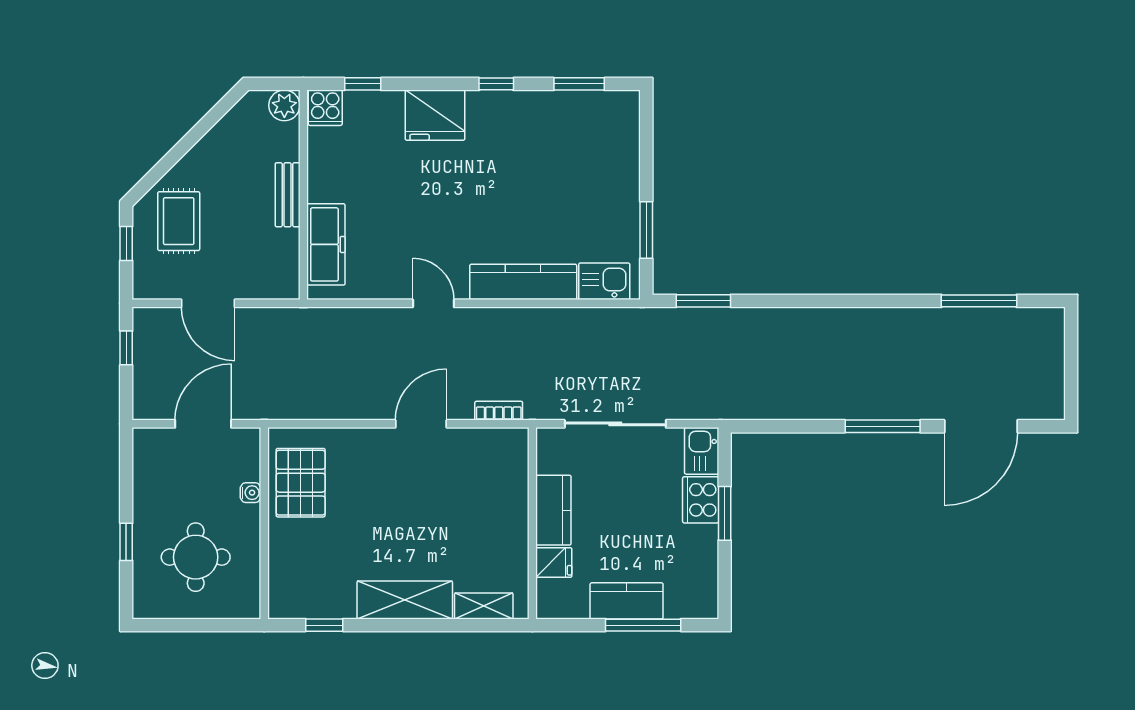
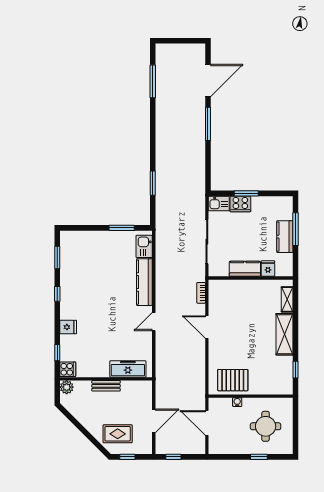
fridge: (435, 115) -> (68, 327), width x0.53, depth x0.75
window: (703, 301) -> (153, 183), moved
door: (981, 426) -> (208, 81), hinge flipped

